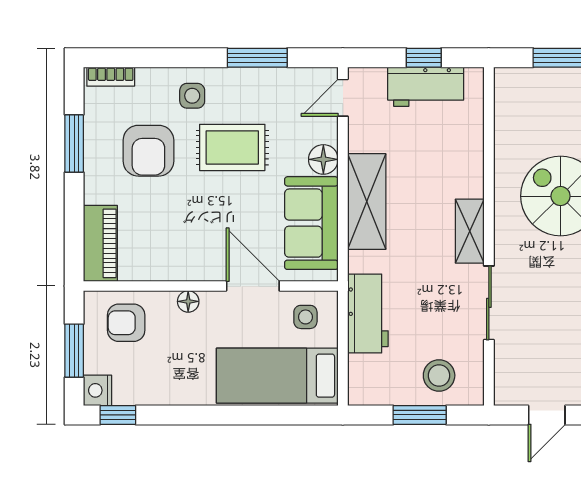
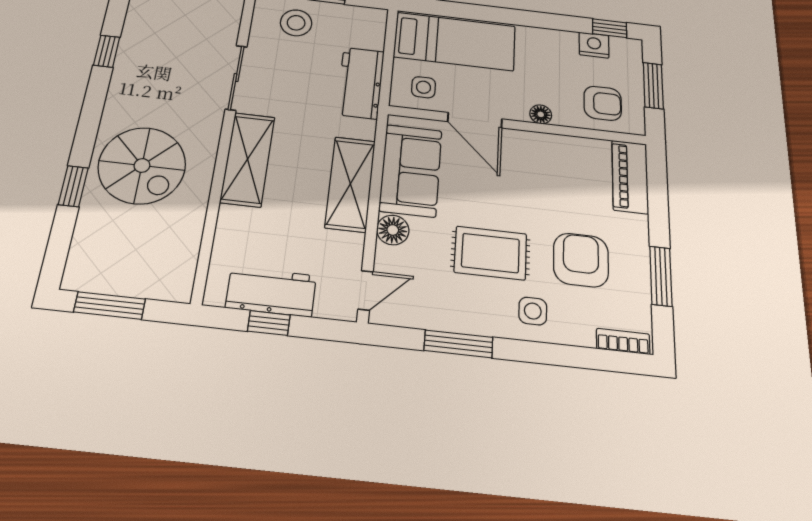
shelving: (470, 231) -> (248, 159), width x1.50, depth x1.33
nightstand: (98, 390) -> (594, 45), moved, turned -90

